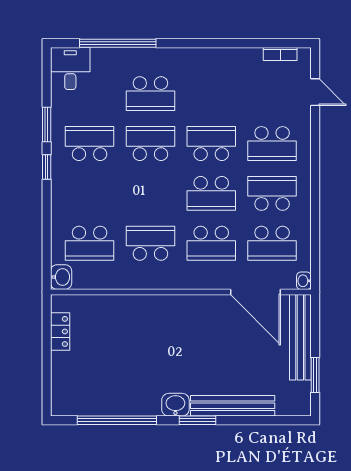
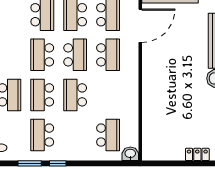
school desk: (150, 243) -> (75, 95), moved
locker: (60, 331) -> (197, 154), moved

